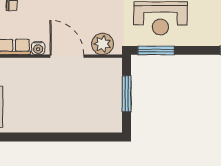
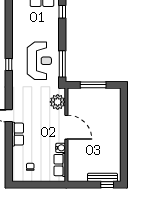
door: (67, 56) -> (66, 127), swing flipped

